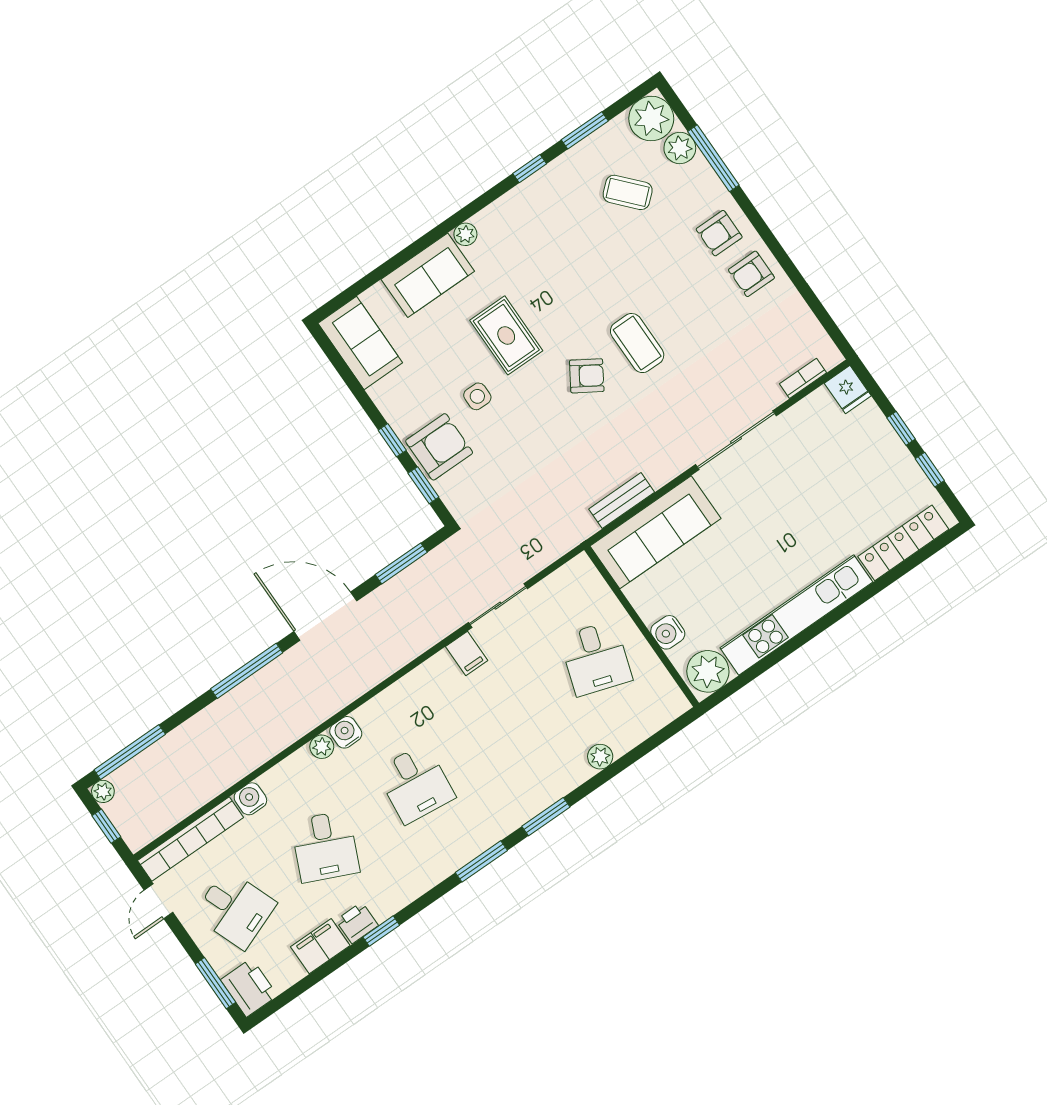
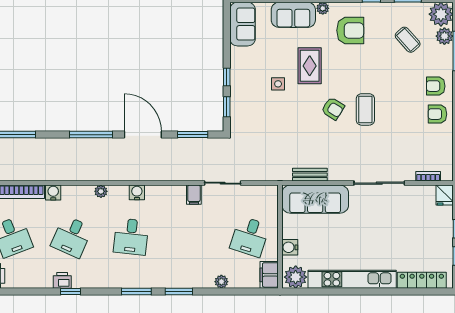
armchair: (439, 447) -> (350, 30), moved
water cooler: (346, 732) -> (137, 192), moved
filing cabinet: (320, 946) -> (269, 275), moved, turned -90

